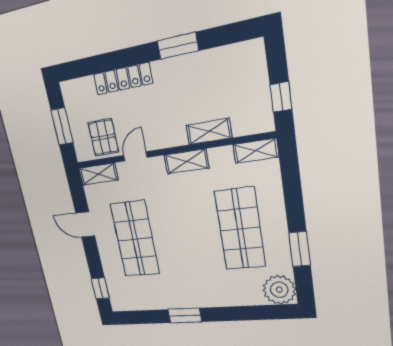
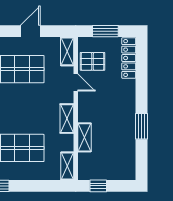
locker: (123, 79) -> (129, 58), moved

